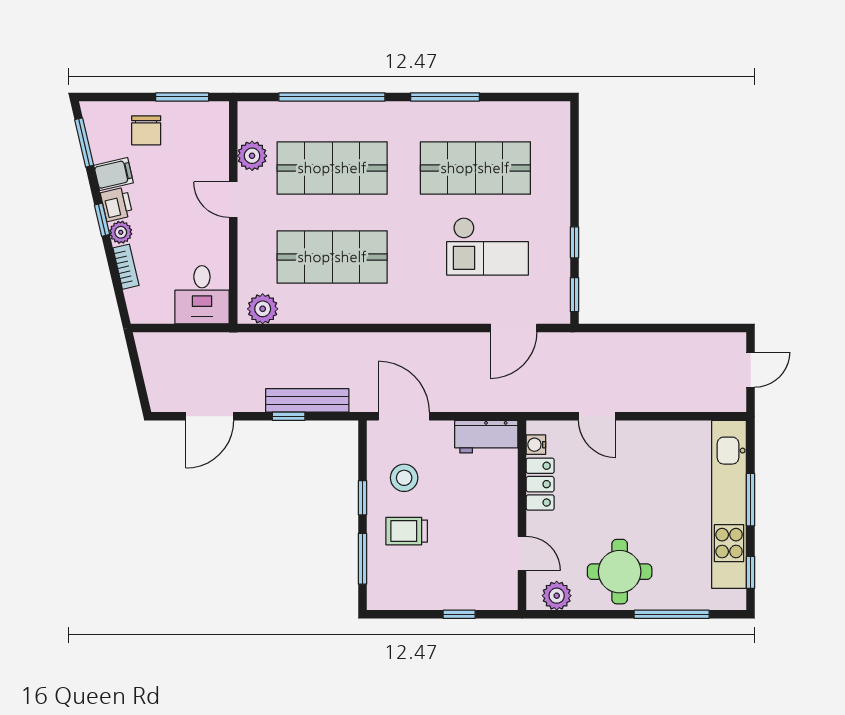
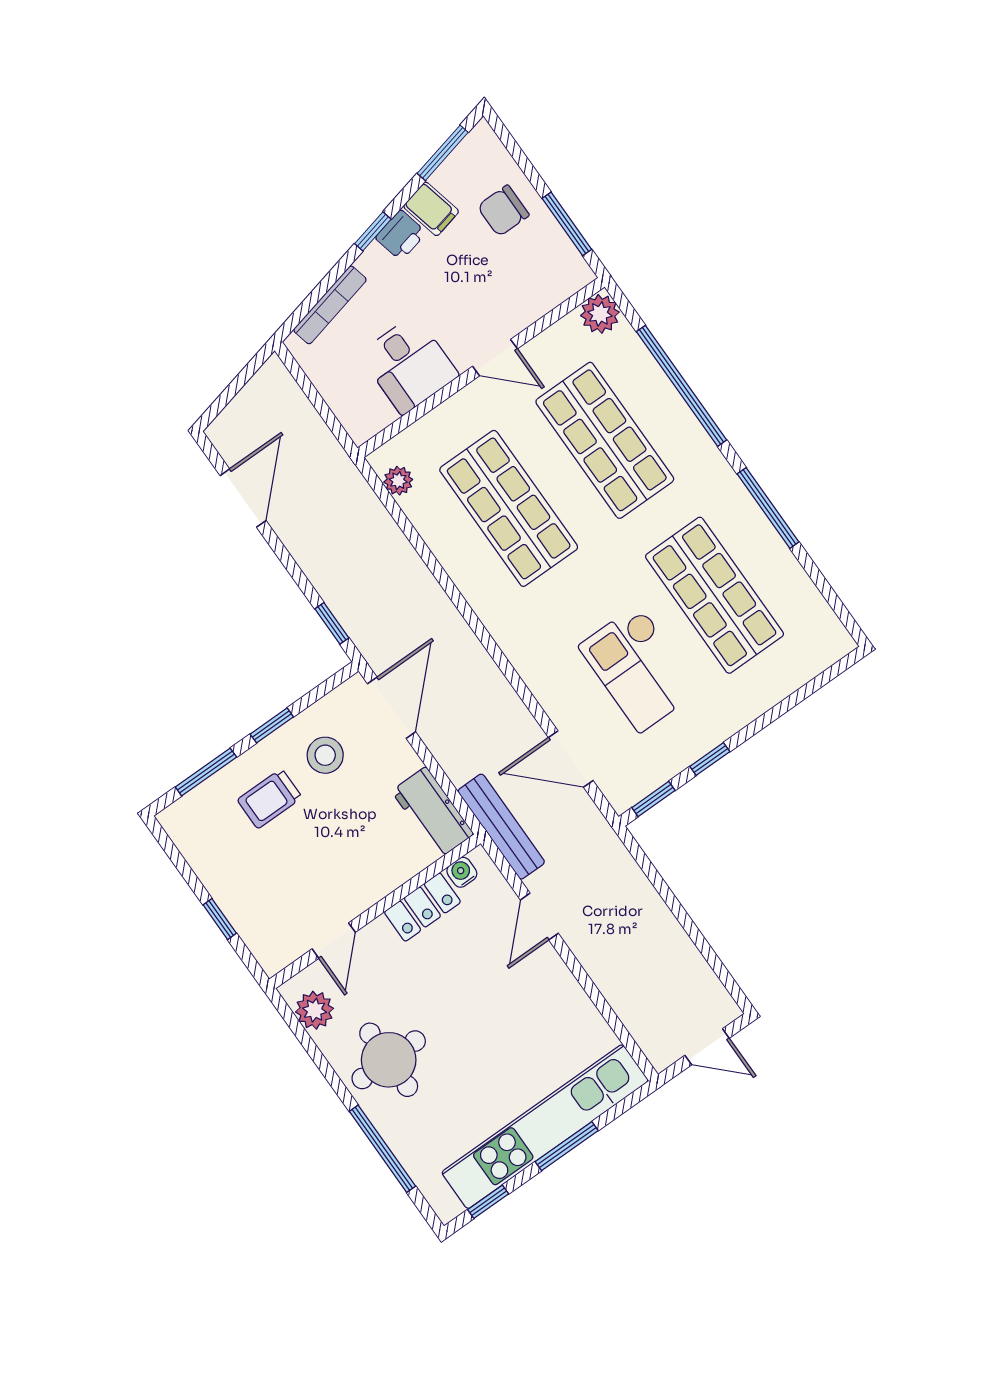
plant: (252, 156) -> (600, 314), moved
door: (233, 200) -> (495, 358), swing flipped
plant: (121, 232) -> (374, 261), removed
bookcase: (126, 267) -> (330, 305), width x1.56
desk: (202, 295) -> (409, 365), moved, turned -90
plant: (263, 309) -> (398, 481), width x0.73, depth x0.73
bench: (307, 400) -> (501, 827), moved
door: (210, 416) -> (243, 498), swing flipped
window: (289, 416) -> (332, 623), moved
trolley: (407, 531) -> (270, 799), turned -90

